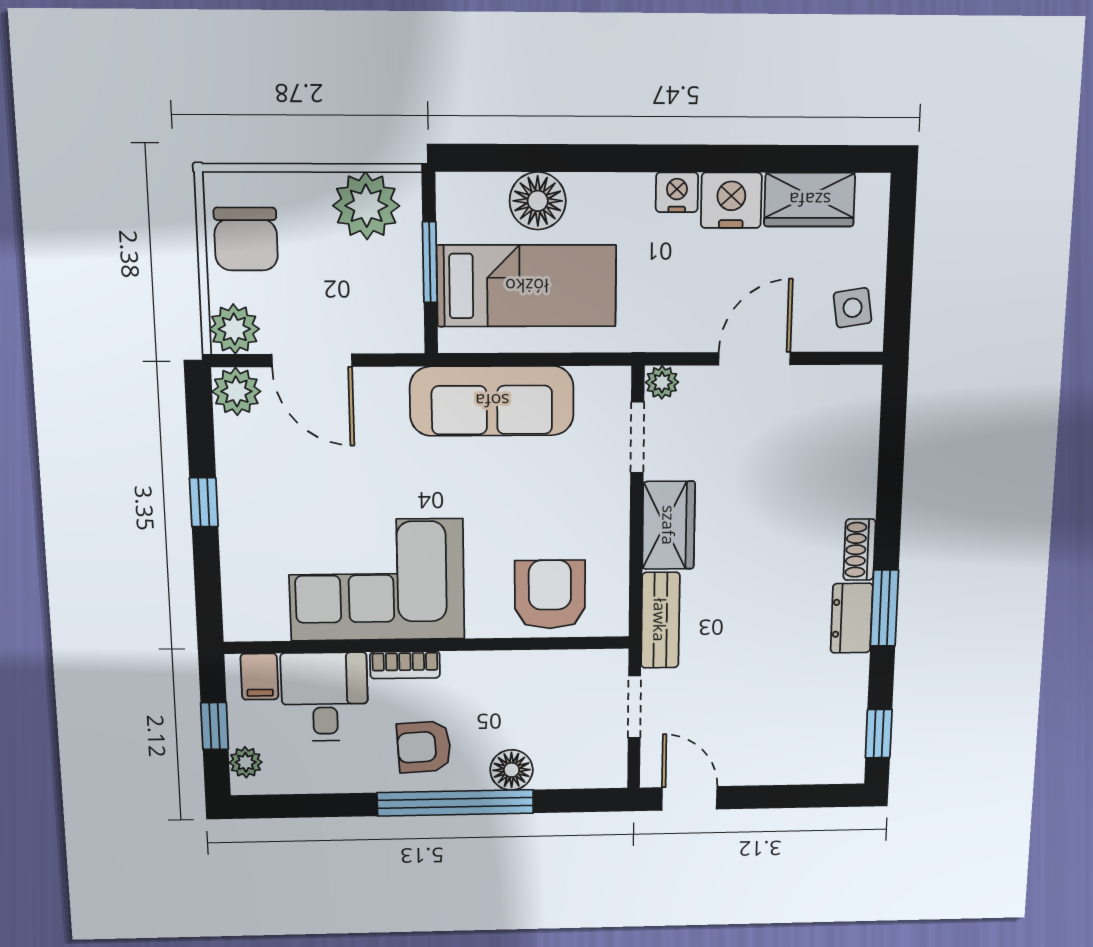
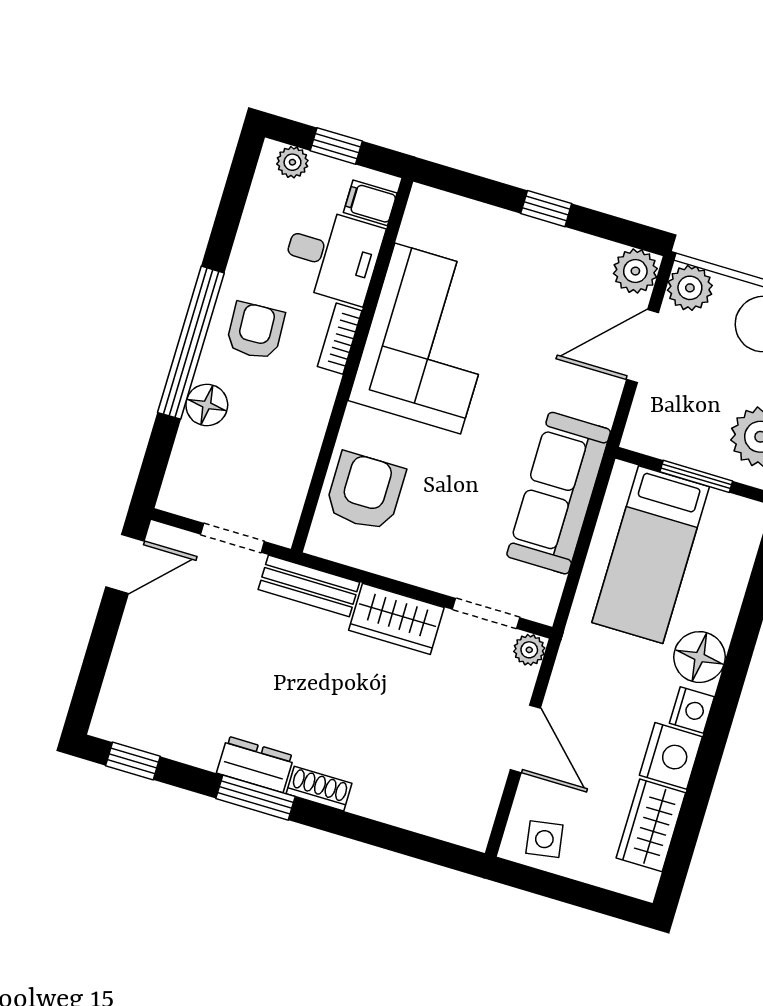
floor lamp: (538, 201) -> (699, 657), moved
armchair: (550, 594) -> (365, 492), turned -90

